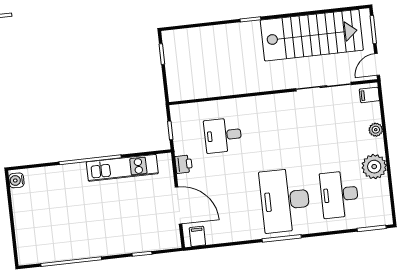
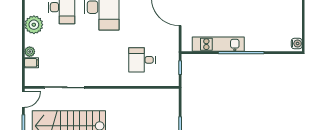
filing cabinet: (369, 95) -> (32, 63), moved
desk: (223, 135) -> (142, 60), turned 180
printer: (184, 164) -> (173, 42), removed

